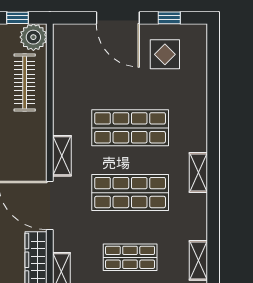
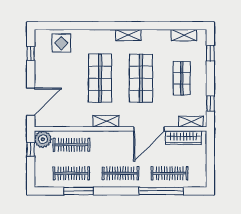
door: (118, 18) -> (31, 102), moved
display table: (165, 54) -> (61, 43), moved
shelving: (62, 156) -> (106, 121), moved

